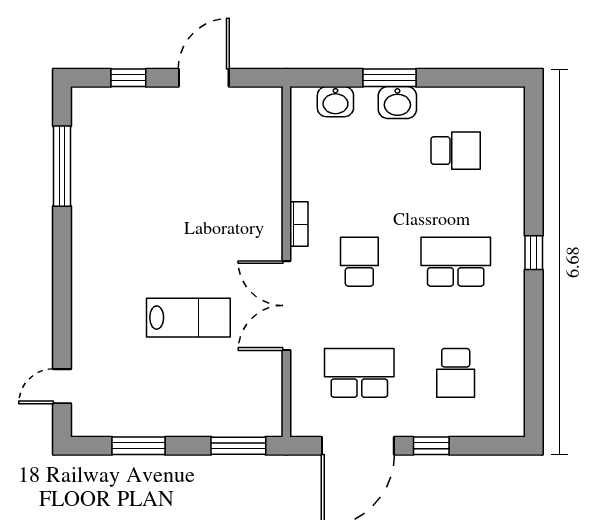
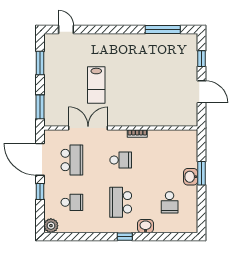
washbasin: (335, 102) -> (146, 226), moved, turned 90
school desk: (456, 262) -> (121, 202), turned 180
double door: (286, 306) -> (88, 128), moved
school desk: (456, 373) -> (72, 202), turned 180
plant: (509, 421) -> (51, 226), added

